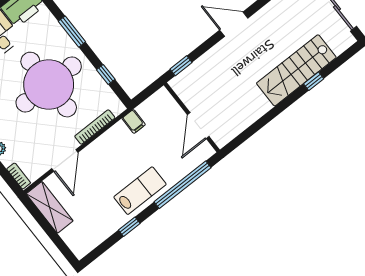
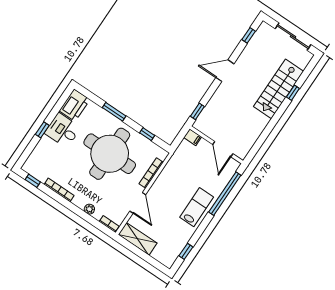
filing cabinet: (134, 121) -> (193, 137), moved
window: (129, 227) -> (186, 251), moved

